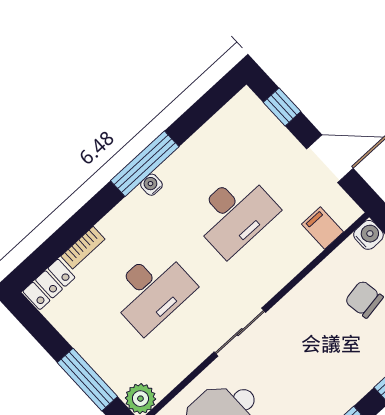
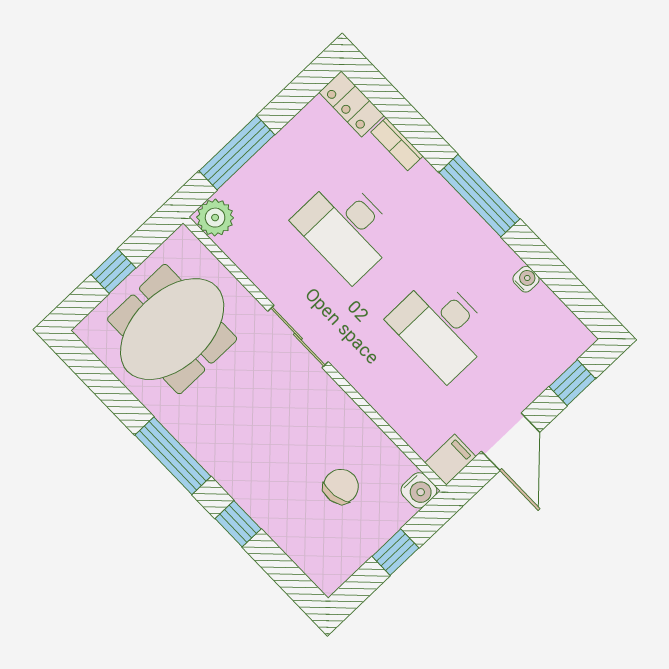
window: (145, 164) -> (479, 196), moved
water cooler: (151, 185) -> (526, 279), moved
filing cabinet: (323, 228) -> (450, 460), moved

